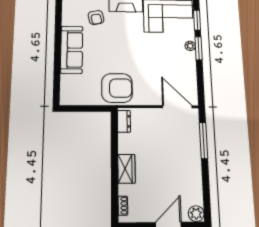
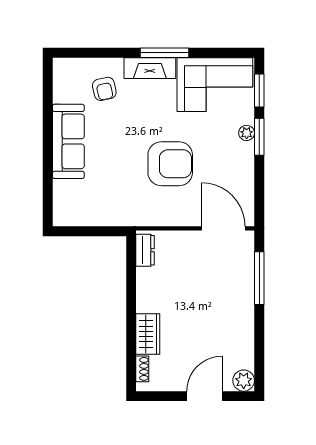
armchair: (117, 88) -> (170, 164), moved
wardrobe: (126, 169) -> (148, 334), moved

